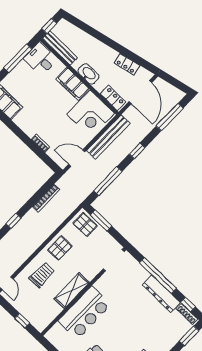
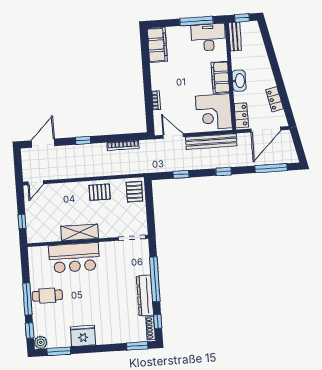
bench: (60, 48) -> (235, 36), width x0.73
desk: (40, 59) -> (208, 37), width x1.37
window: (108, 181) -> (181, 174), width x0.46
window: (101, 221) -> (149, 200), removed
trolley: (42, 275) -> (68, 200), removed

